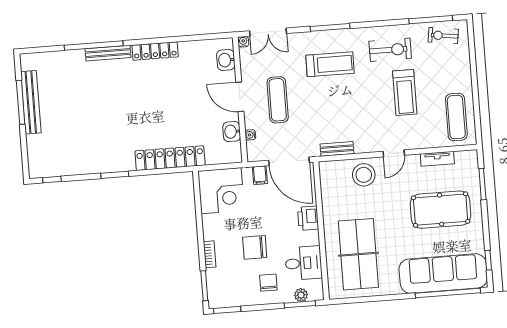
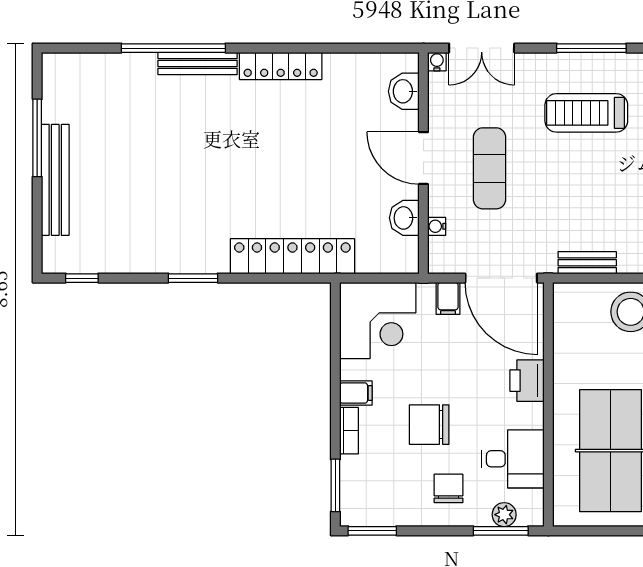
treadmill: (330, 64) -> (586, 113), turned 180
bench: (31, 102) -> (55, 180), moved
filing cabinet: (212, 233) -> (356, 393), added

